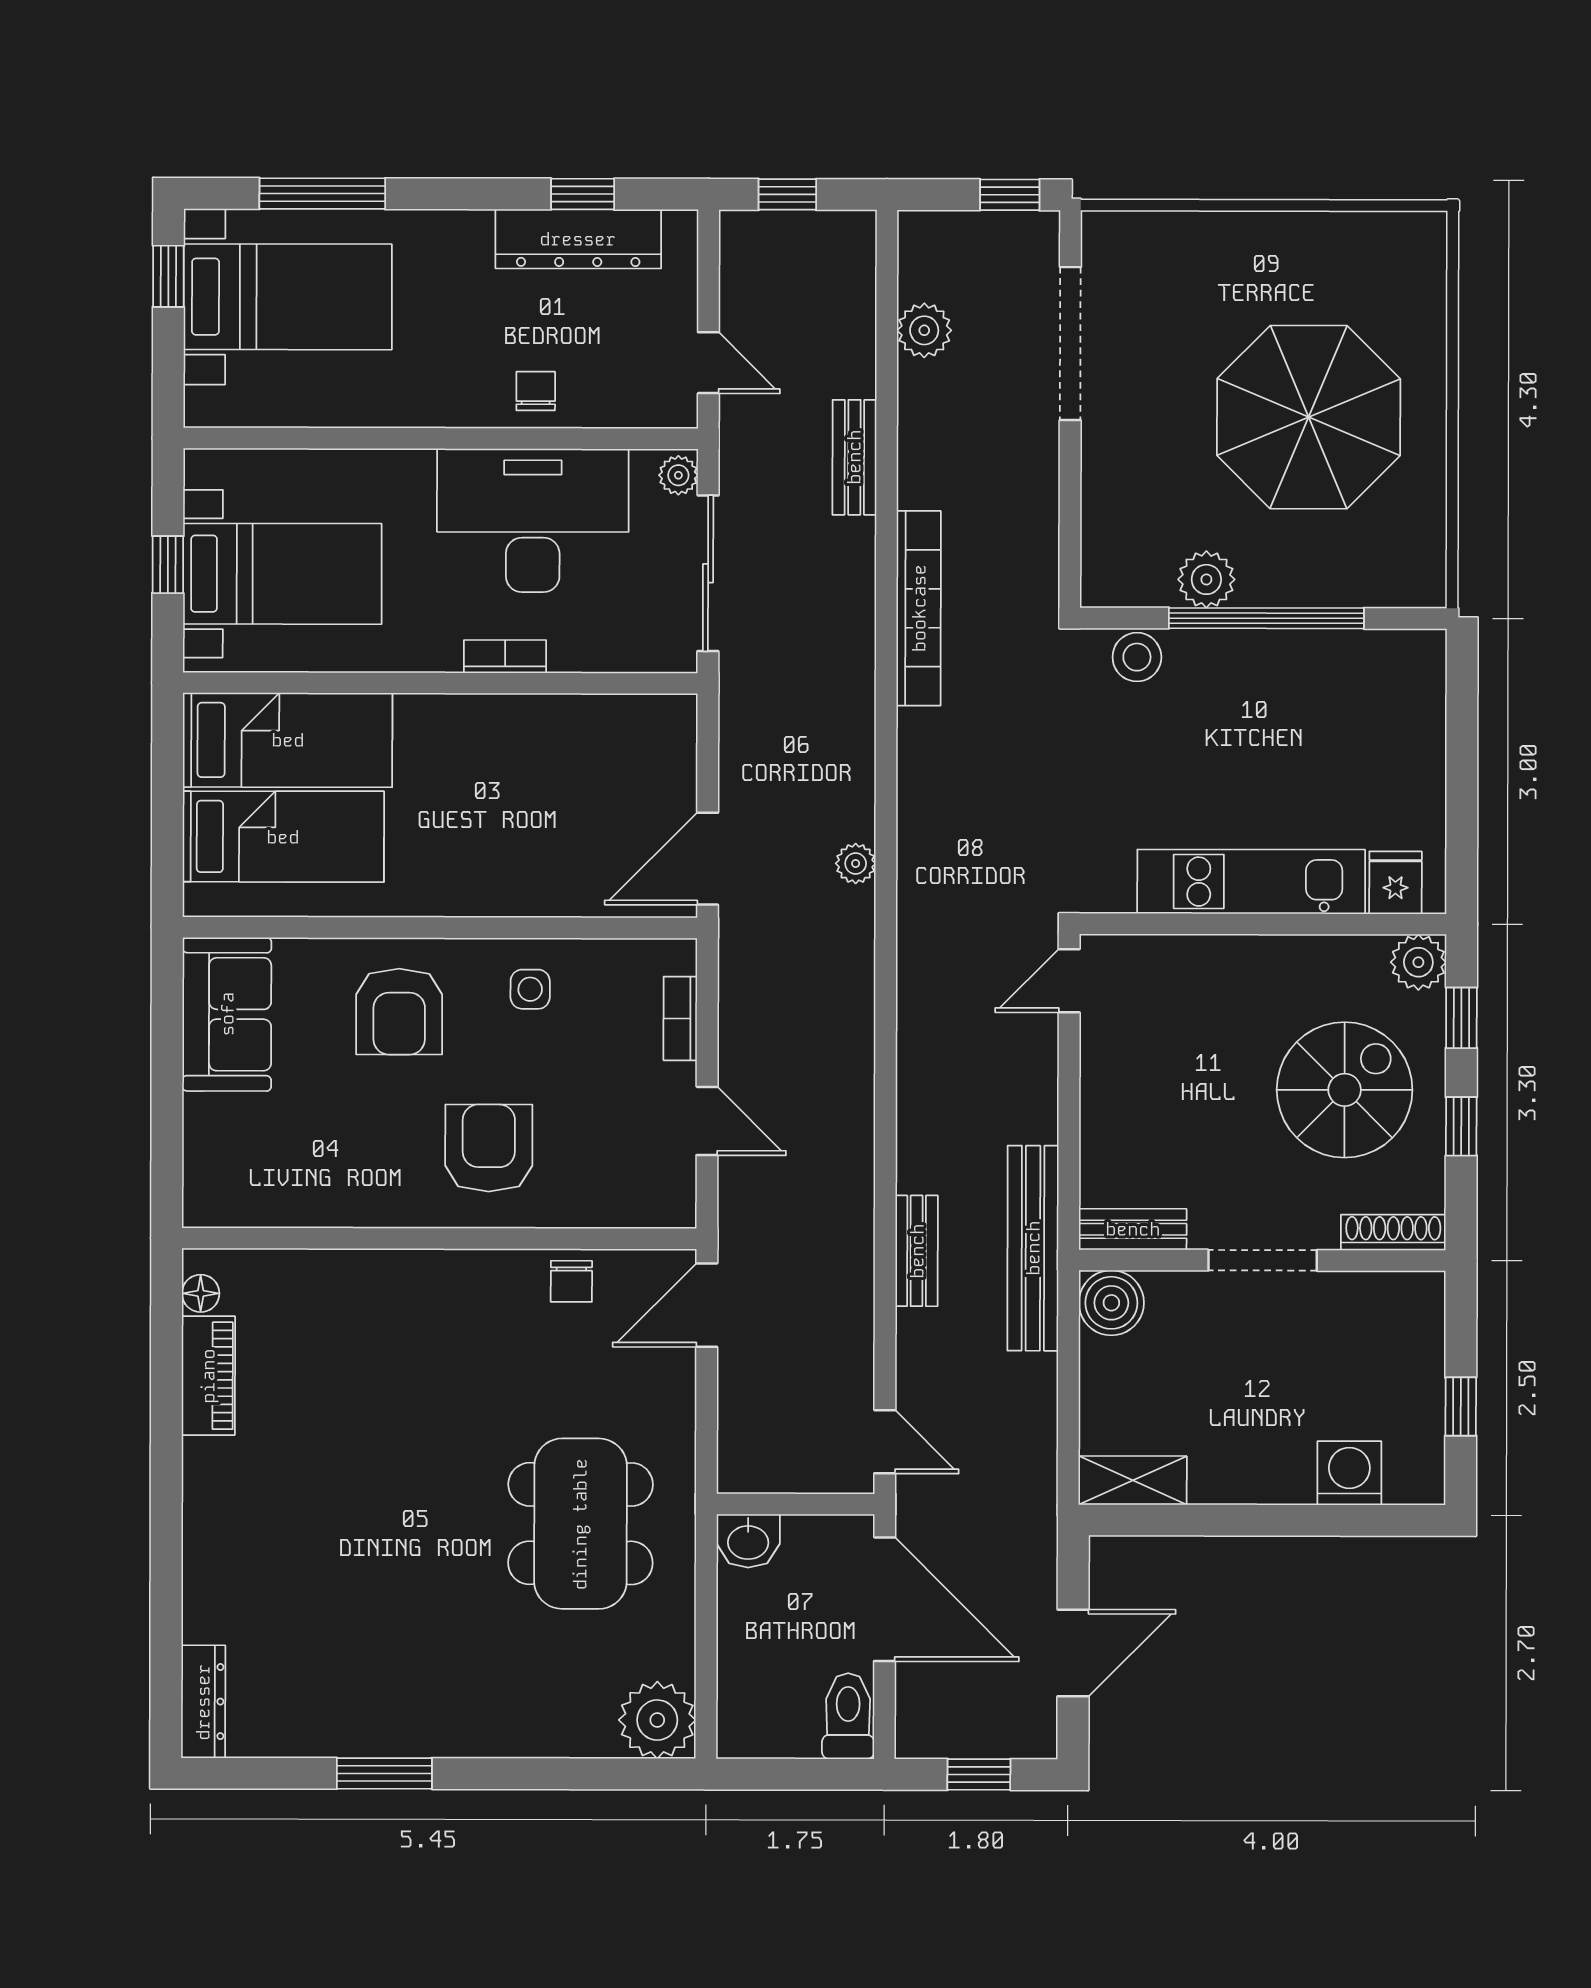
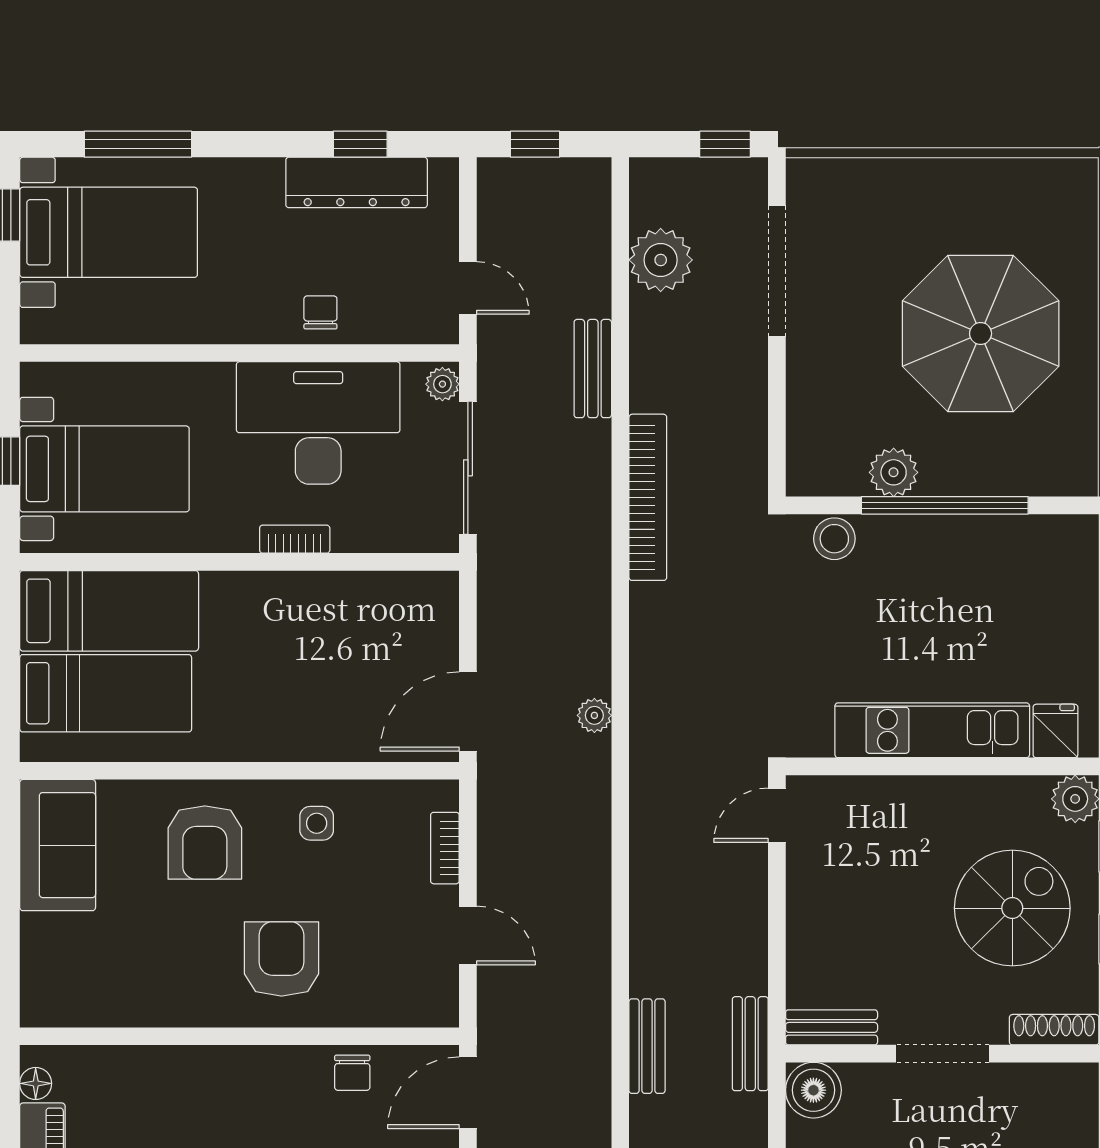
plant: (924, 330) -> (661, 260), width x1.36, depth x1.36
bench: (1033, 1248) -> (750, 1044), width x0.54, depth x0.82

